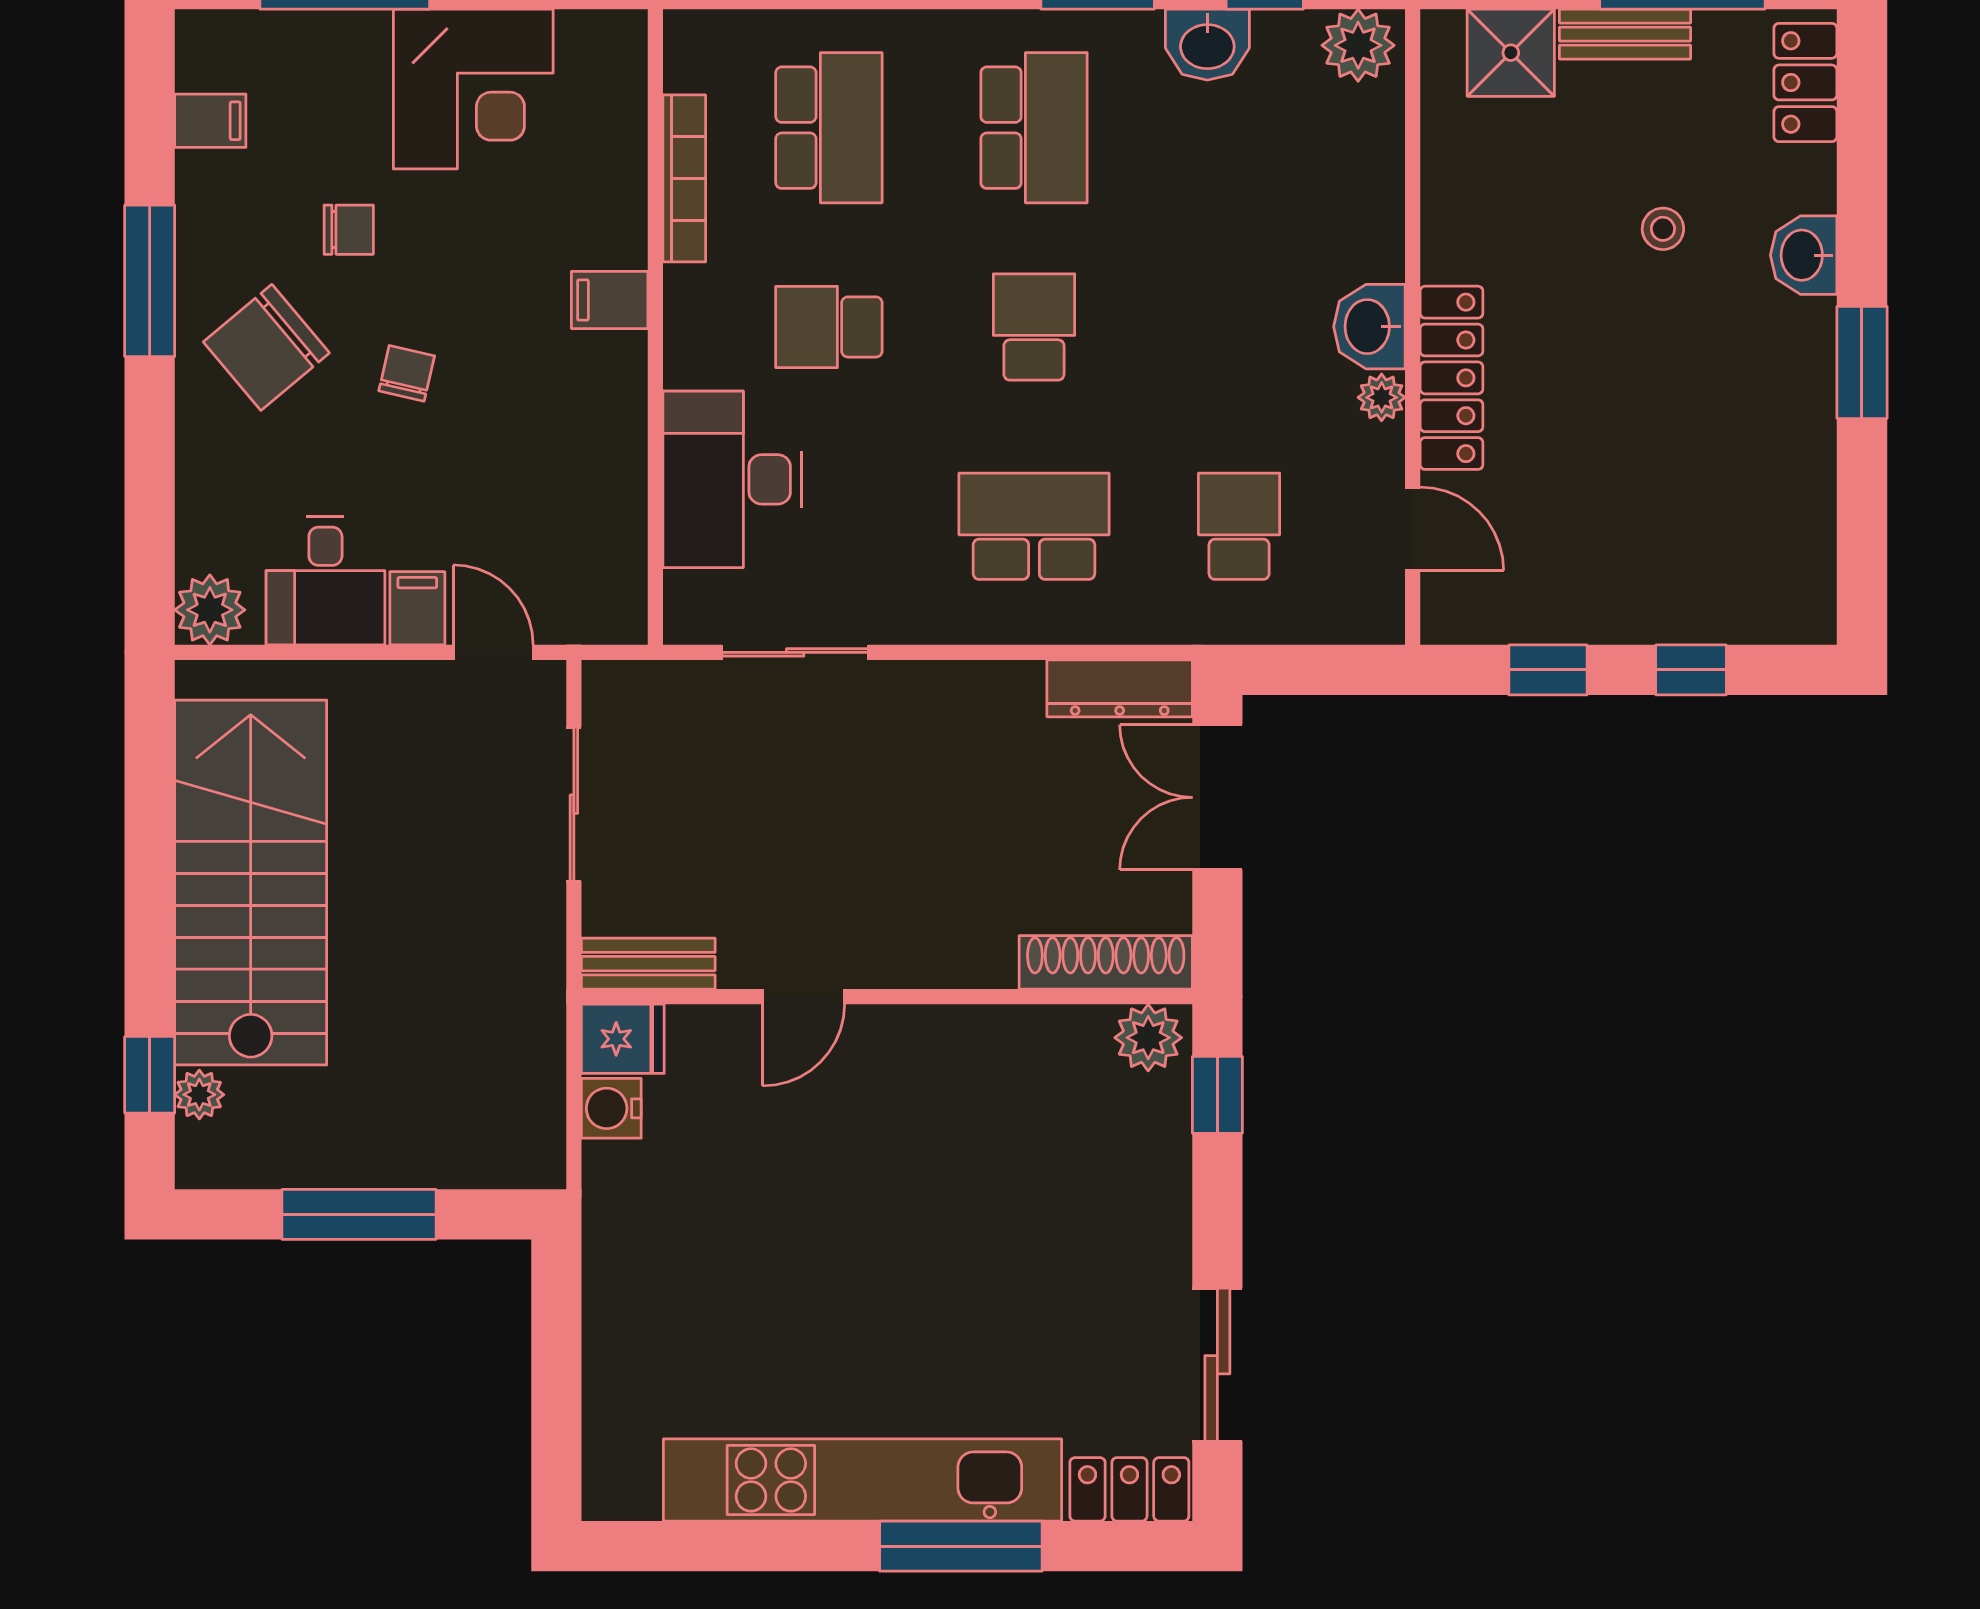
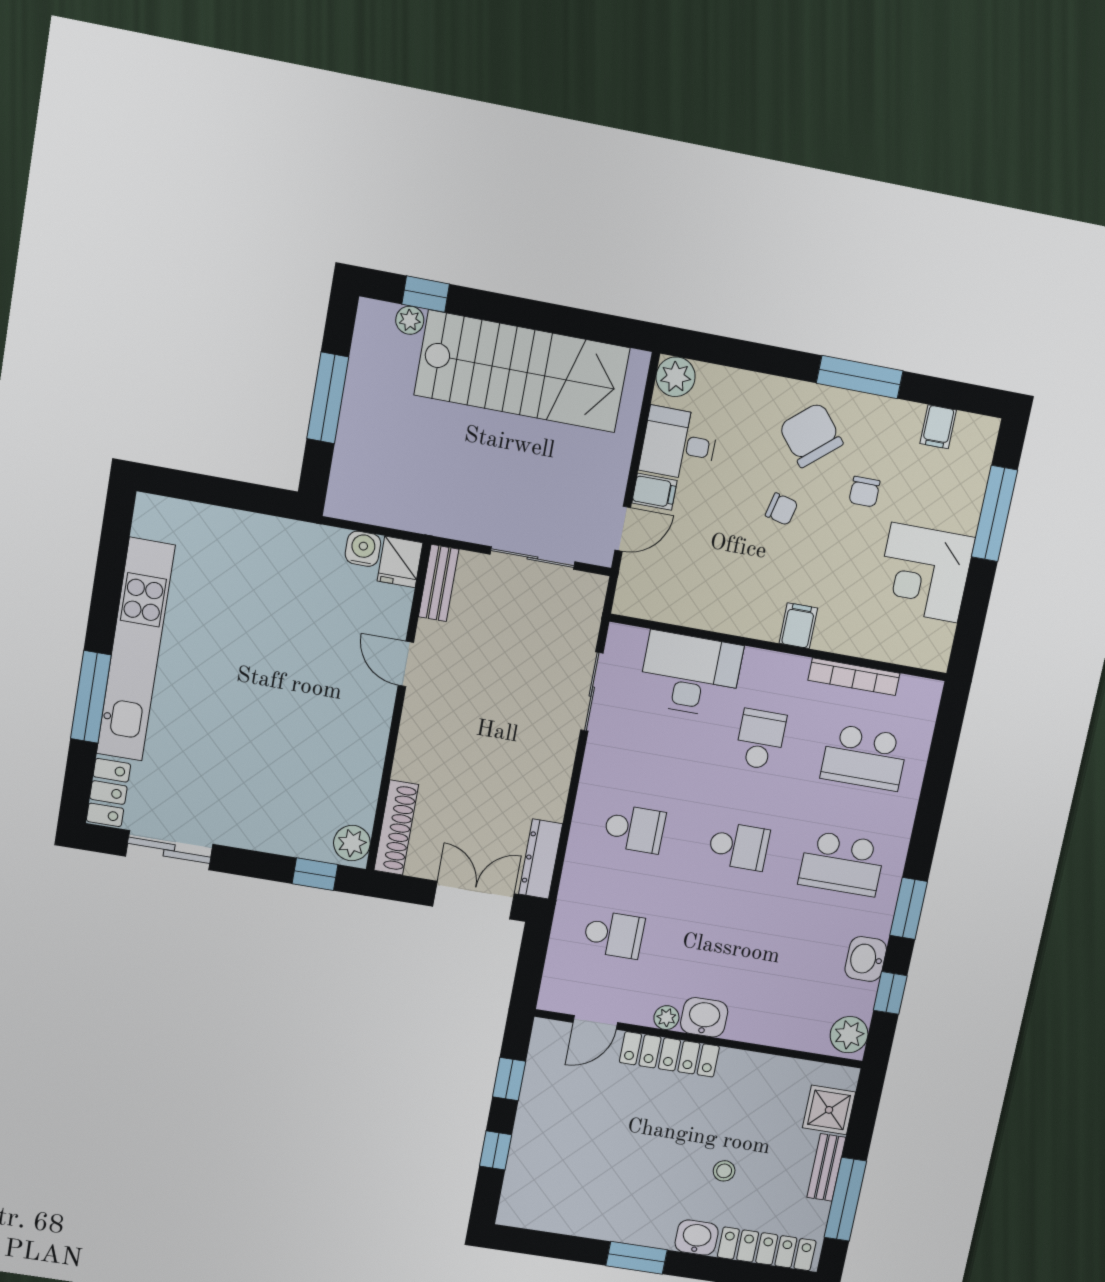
locker: (1805, 82) -> (767, 1249), width x1.53
school desk: (1034, 526) -> (634, 829), width x0.54

